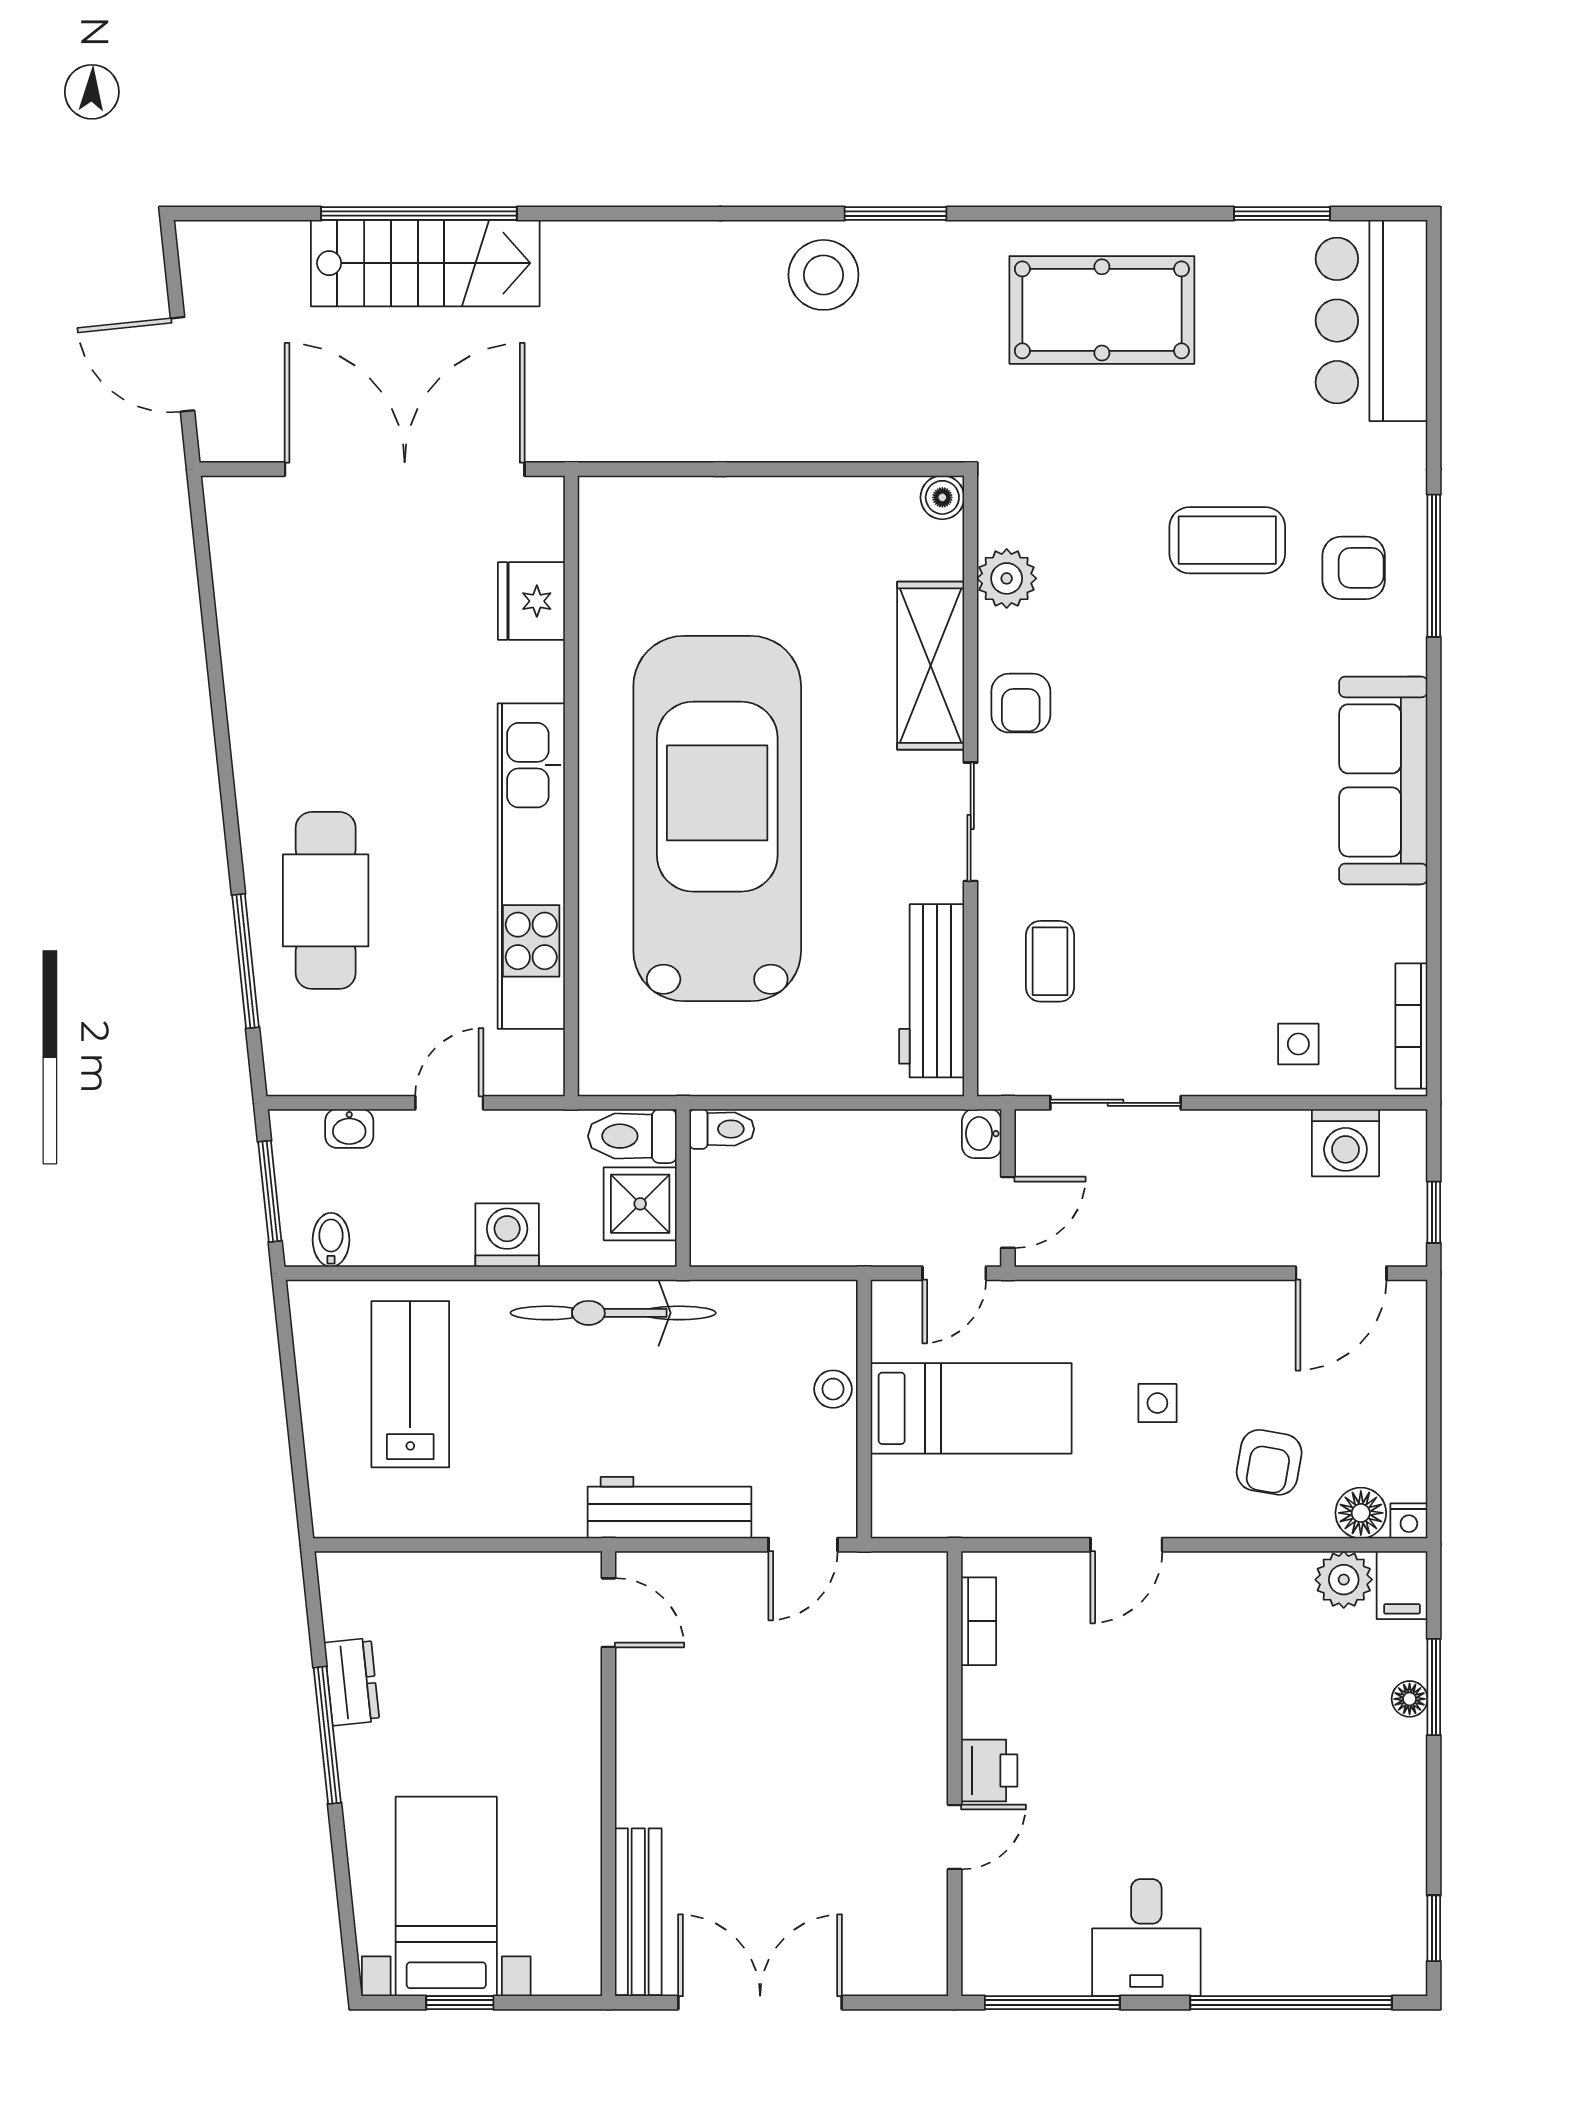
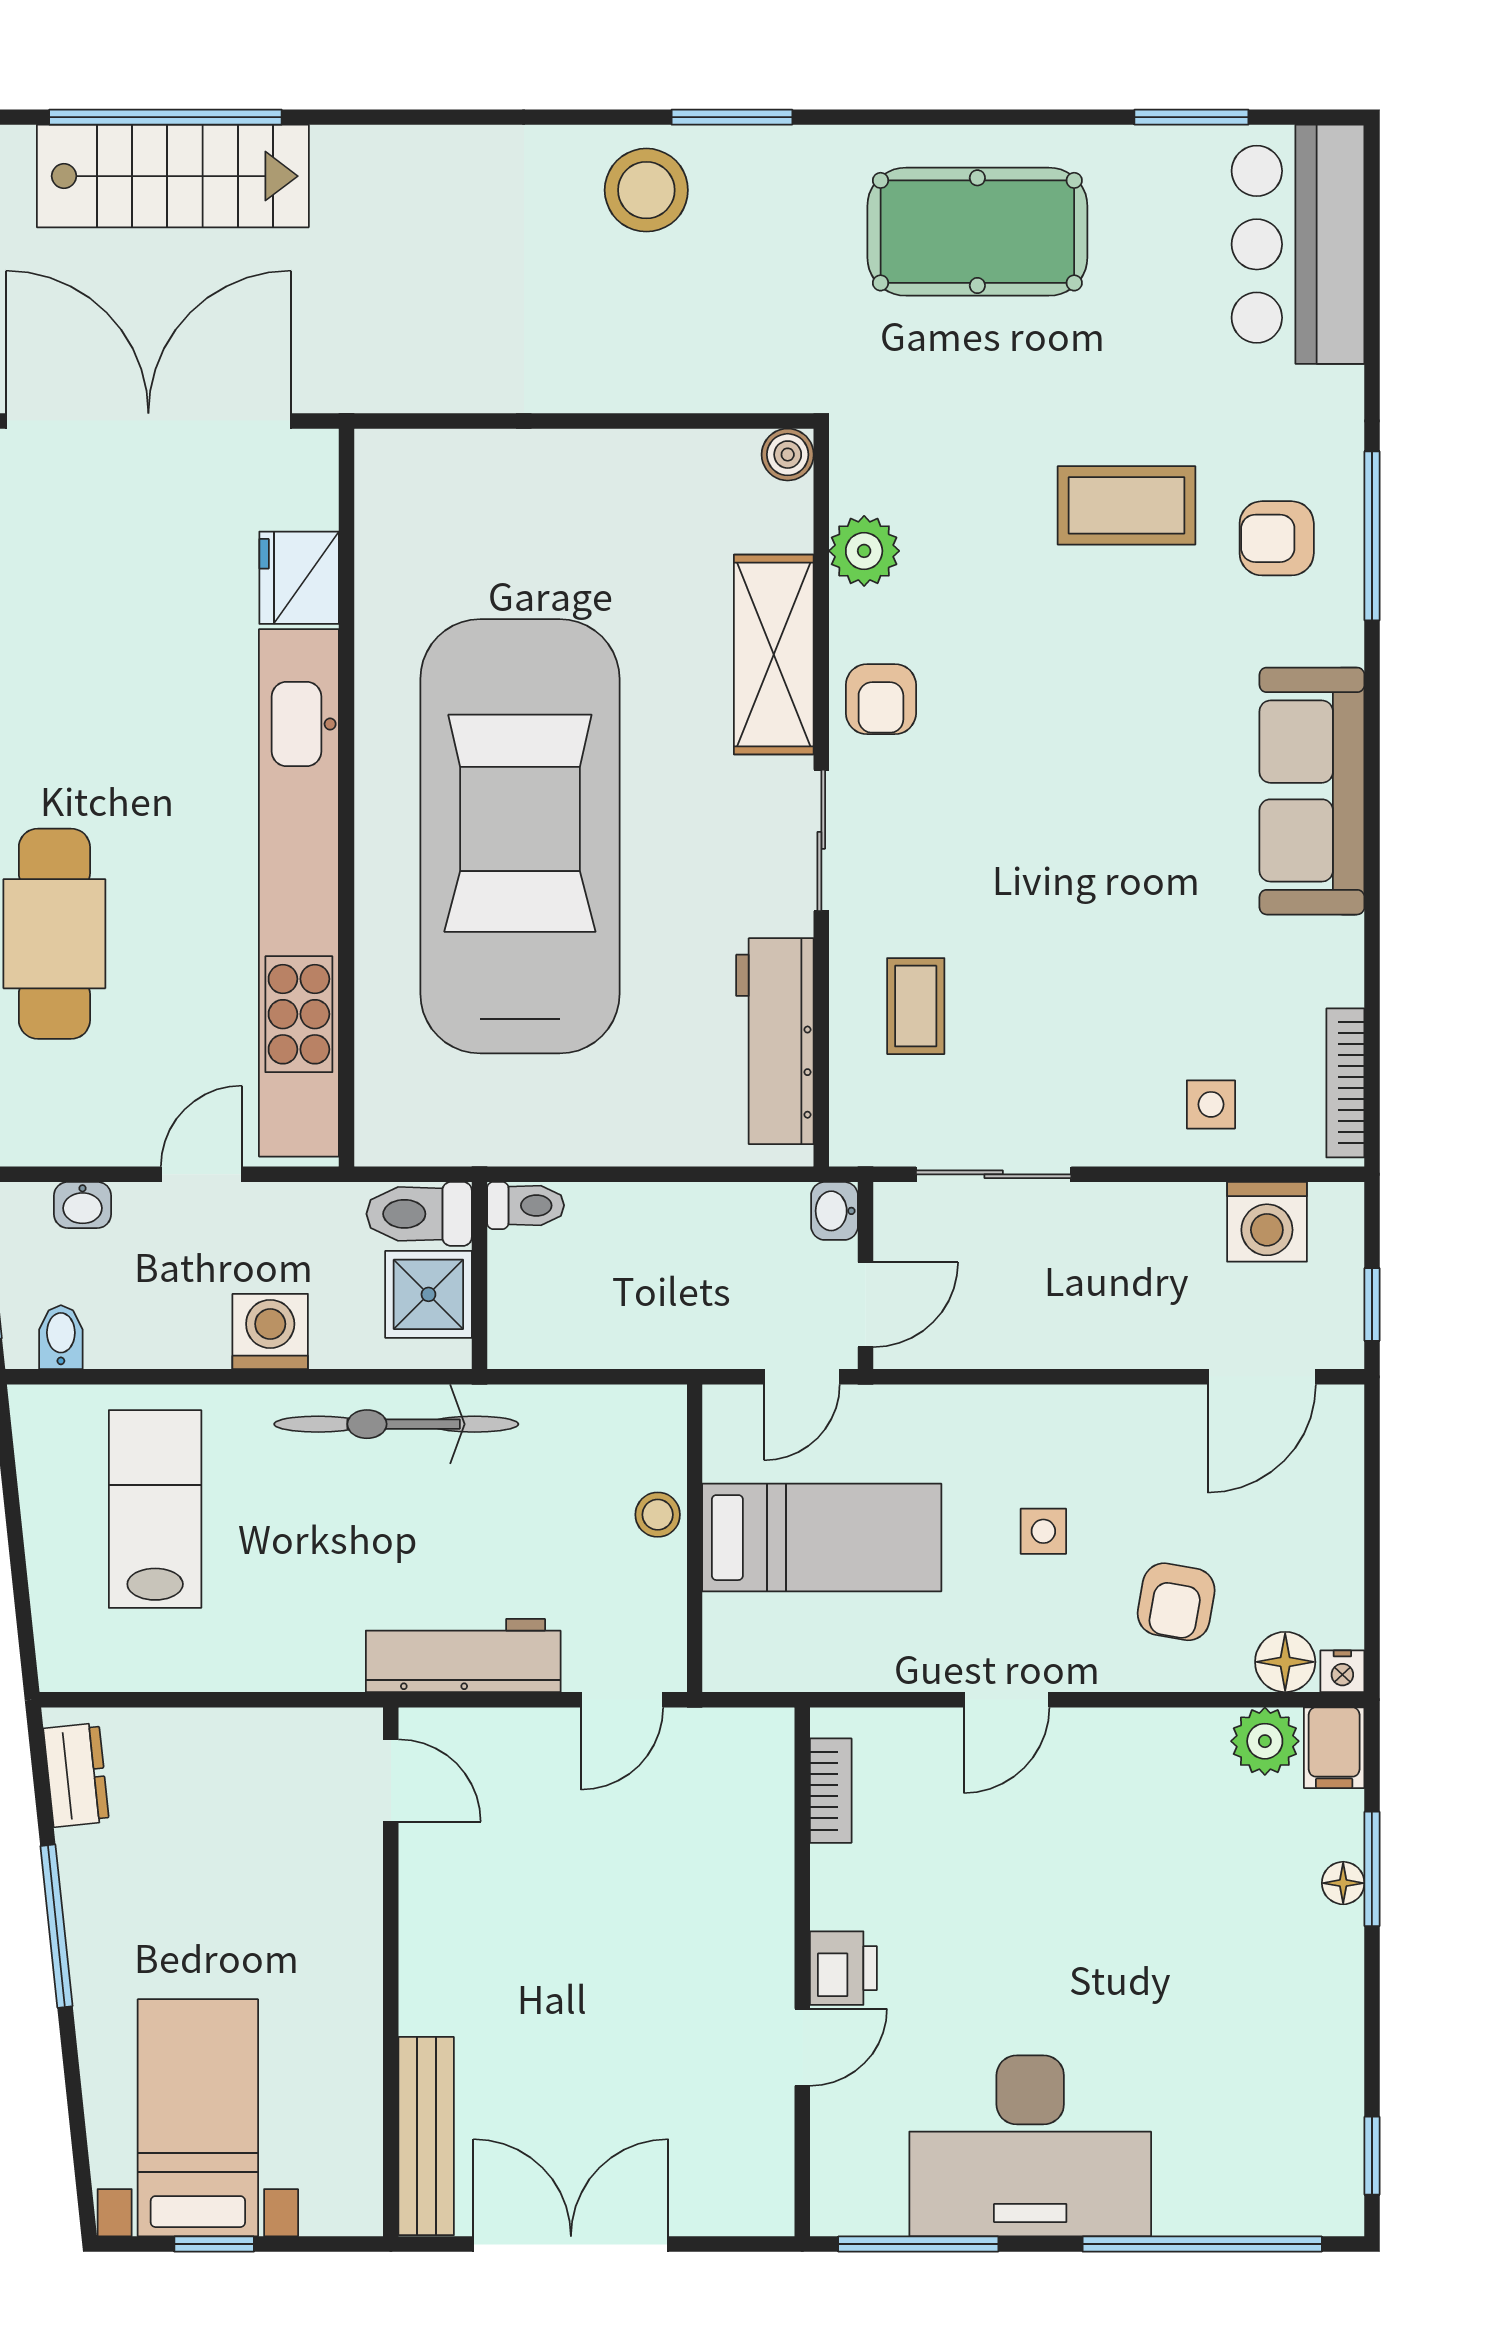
armchair: (1354, 568) -> (1277, 538), turned 180
kitchen unit: (531, 866) -> (299, 893), width x1.36
dresser: (352, 1682) -> (76, 1775), moved
desk: (1146, 1938) -> (1030, 2146), width x1.87, depth x1.30

